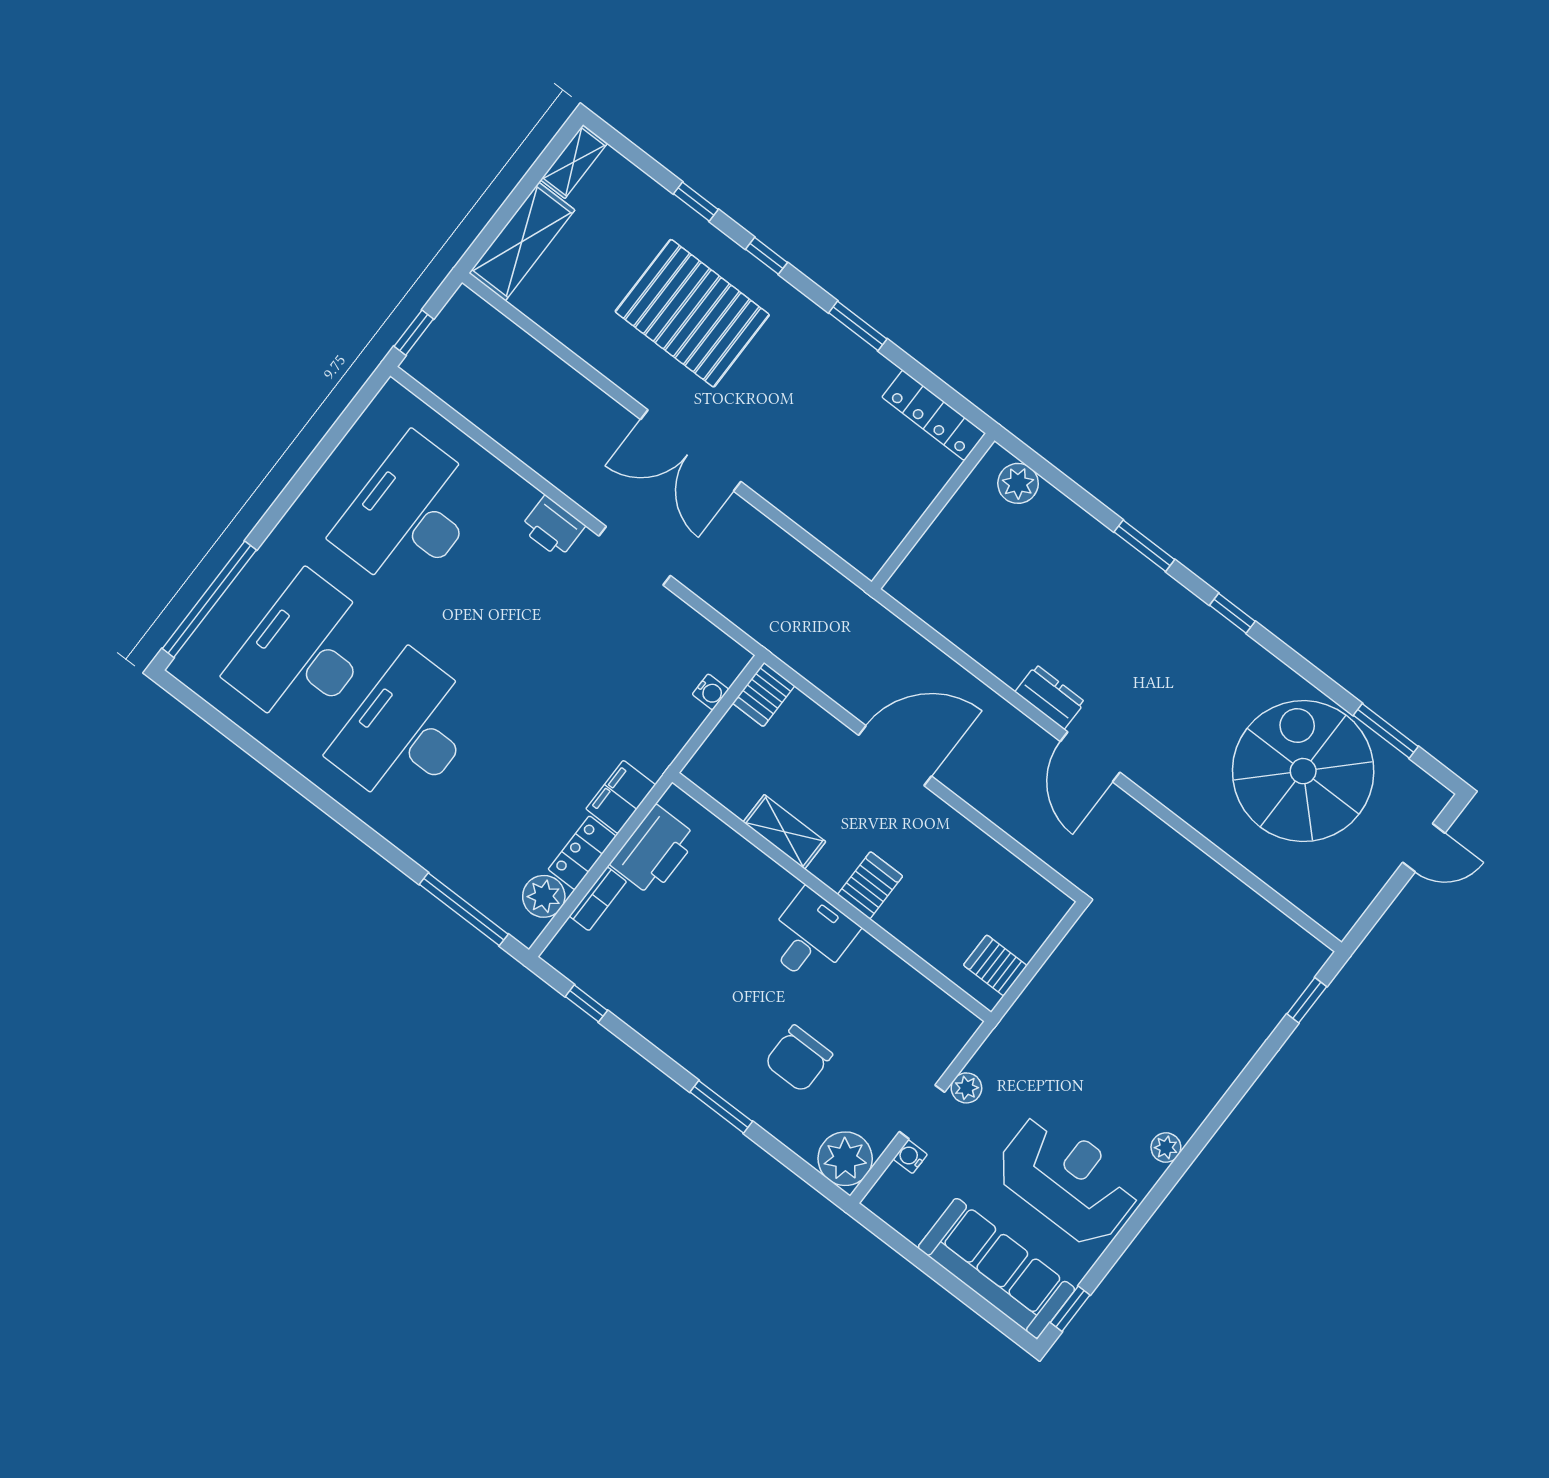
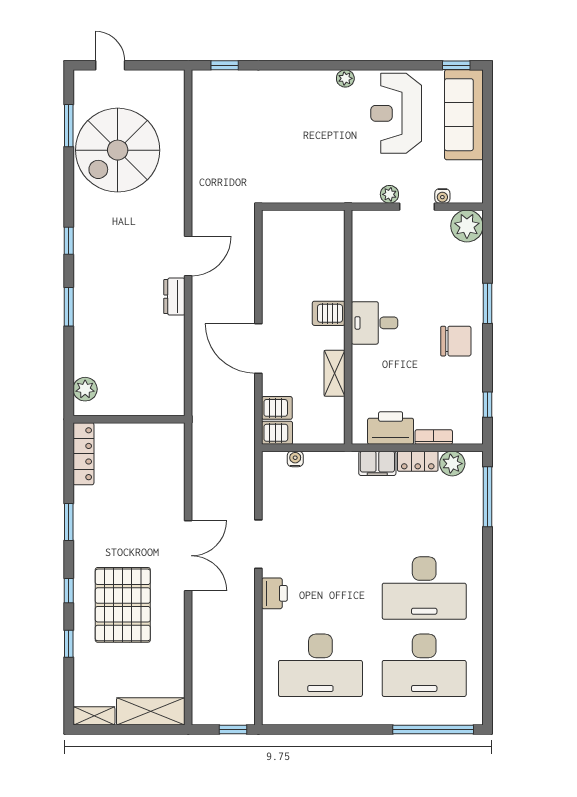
server rack: (995, 965) -> (277, 408), moved, turned -90
chair: (798, 1059) -> (456, 341), moved

